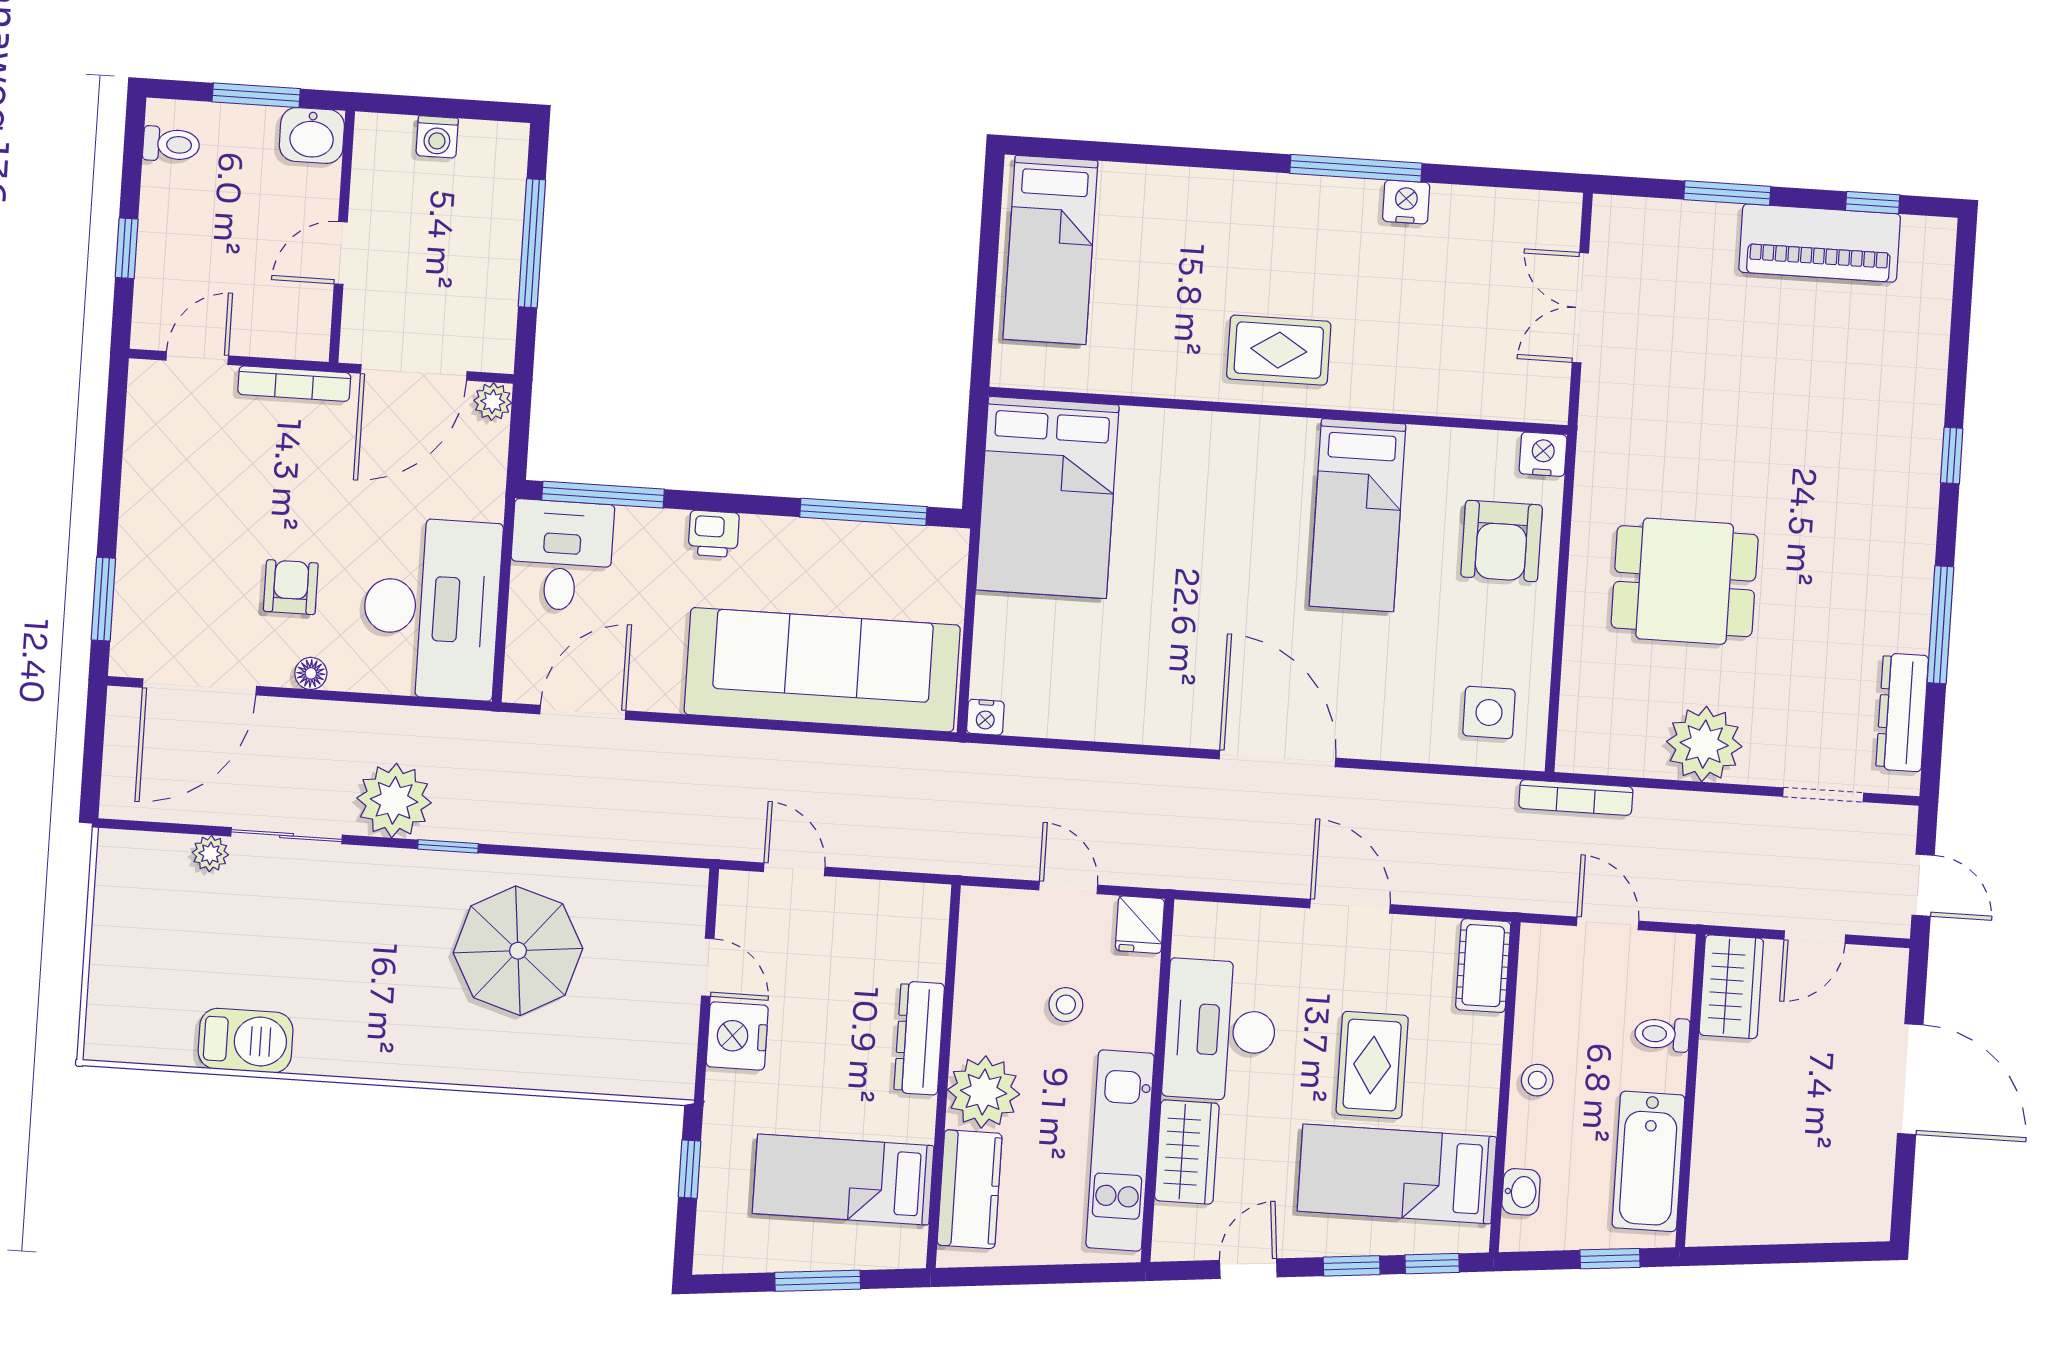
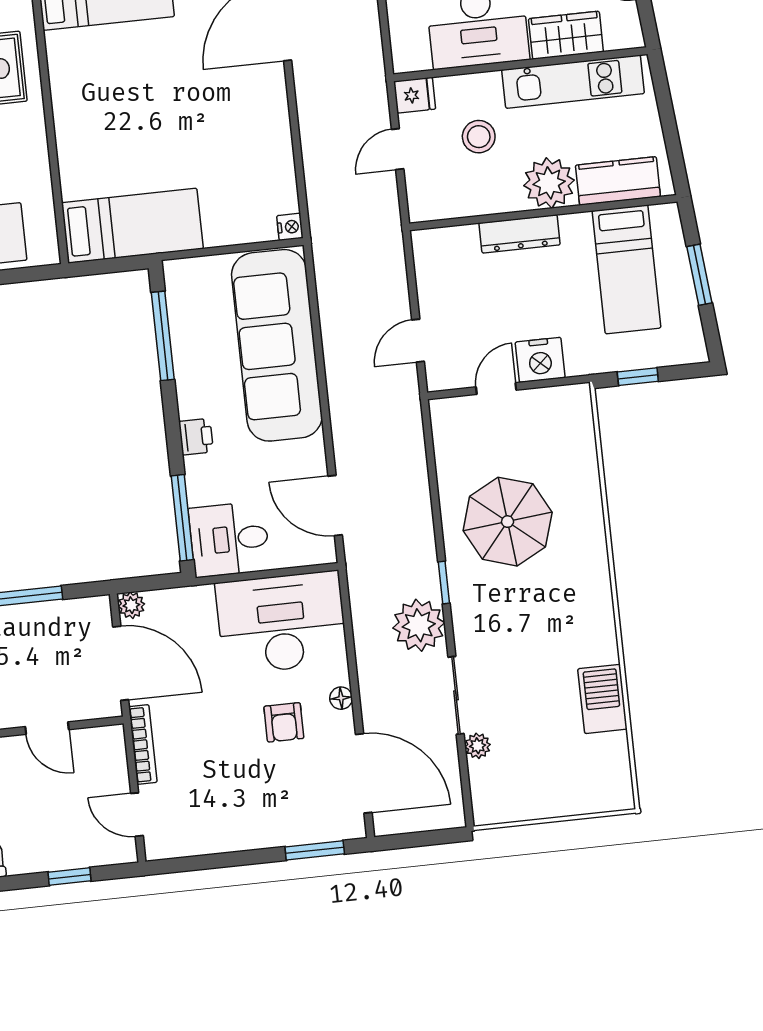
bed: (1047, 497) -> (132, 226), width x0.67
armchair: (291, 587) -> (284, 722), turned -90
stool: (1066, 1005) -> (479, 137), width x1.37, depth x1.37

